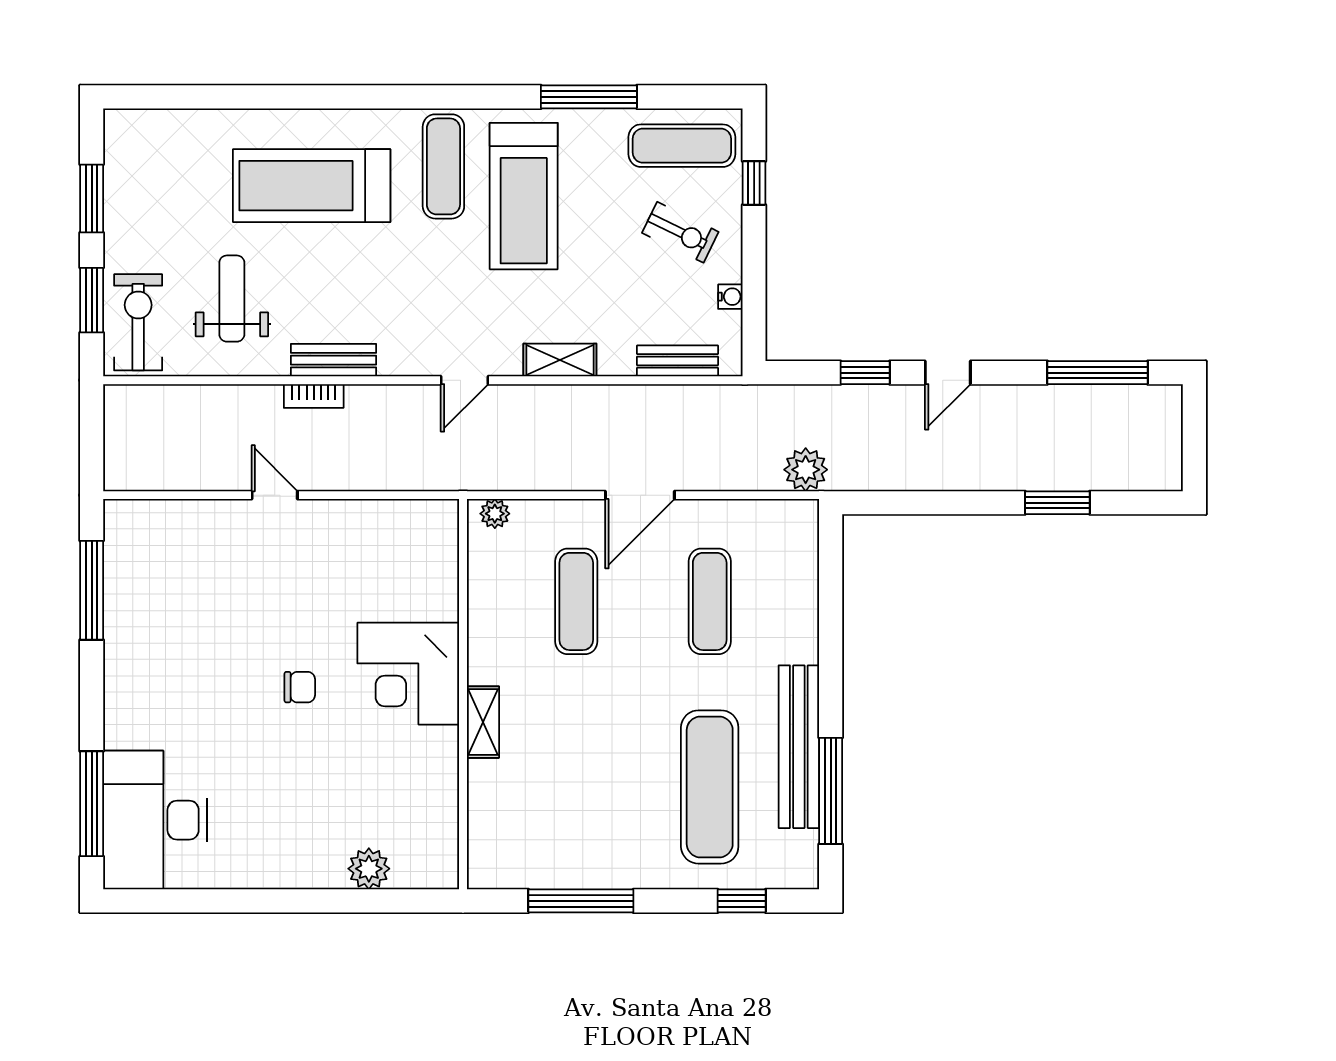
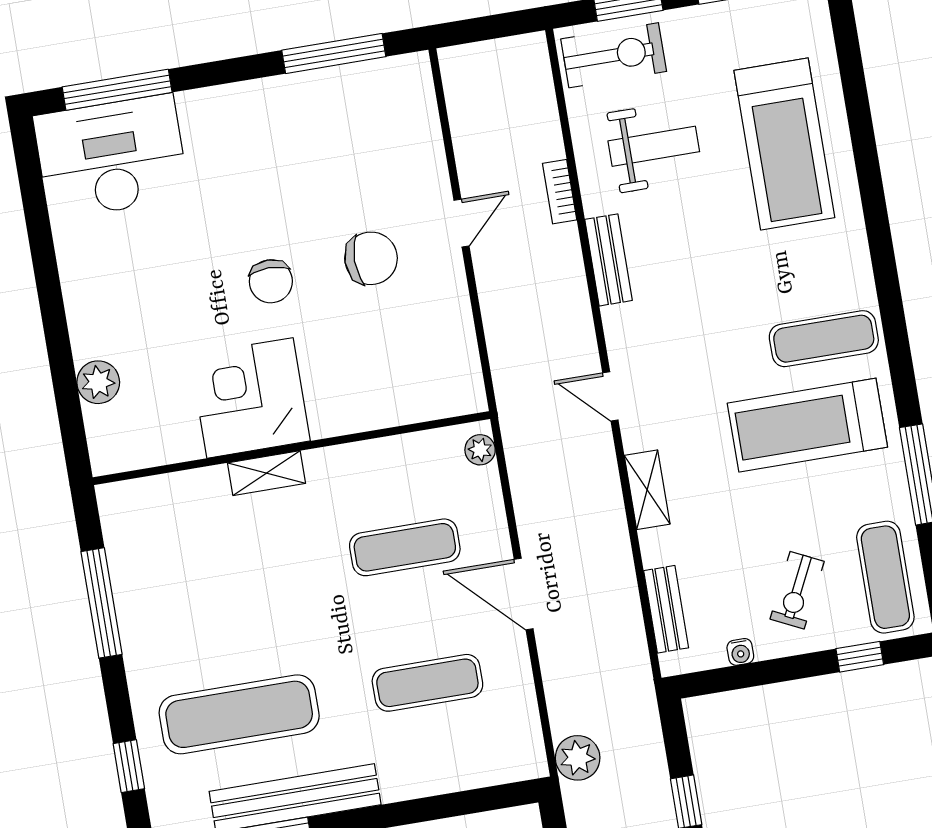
treadmill: (312, 186) -> (784, 144), moved, turned 180
bookcase: (314, 396) -> (560, 192), moved
chair: (294, 587) -> (371, 258), added
corner desk: (408, 674) -> (250, 398), moved
chair: (300, 687) -> (271, 281), width x1.37, depth x1.37

